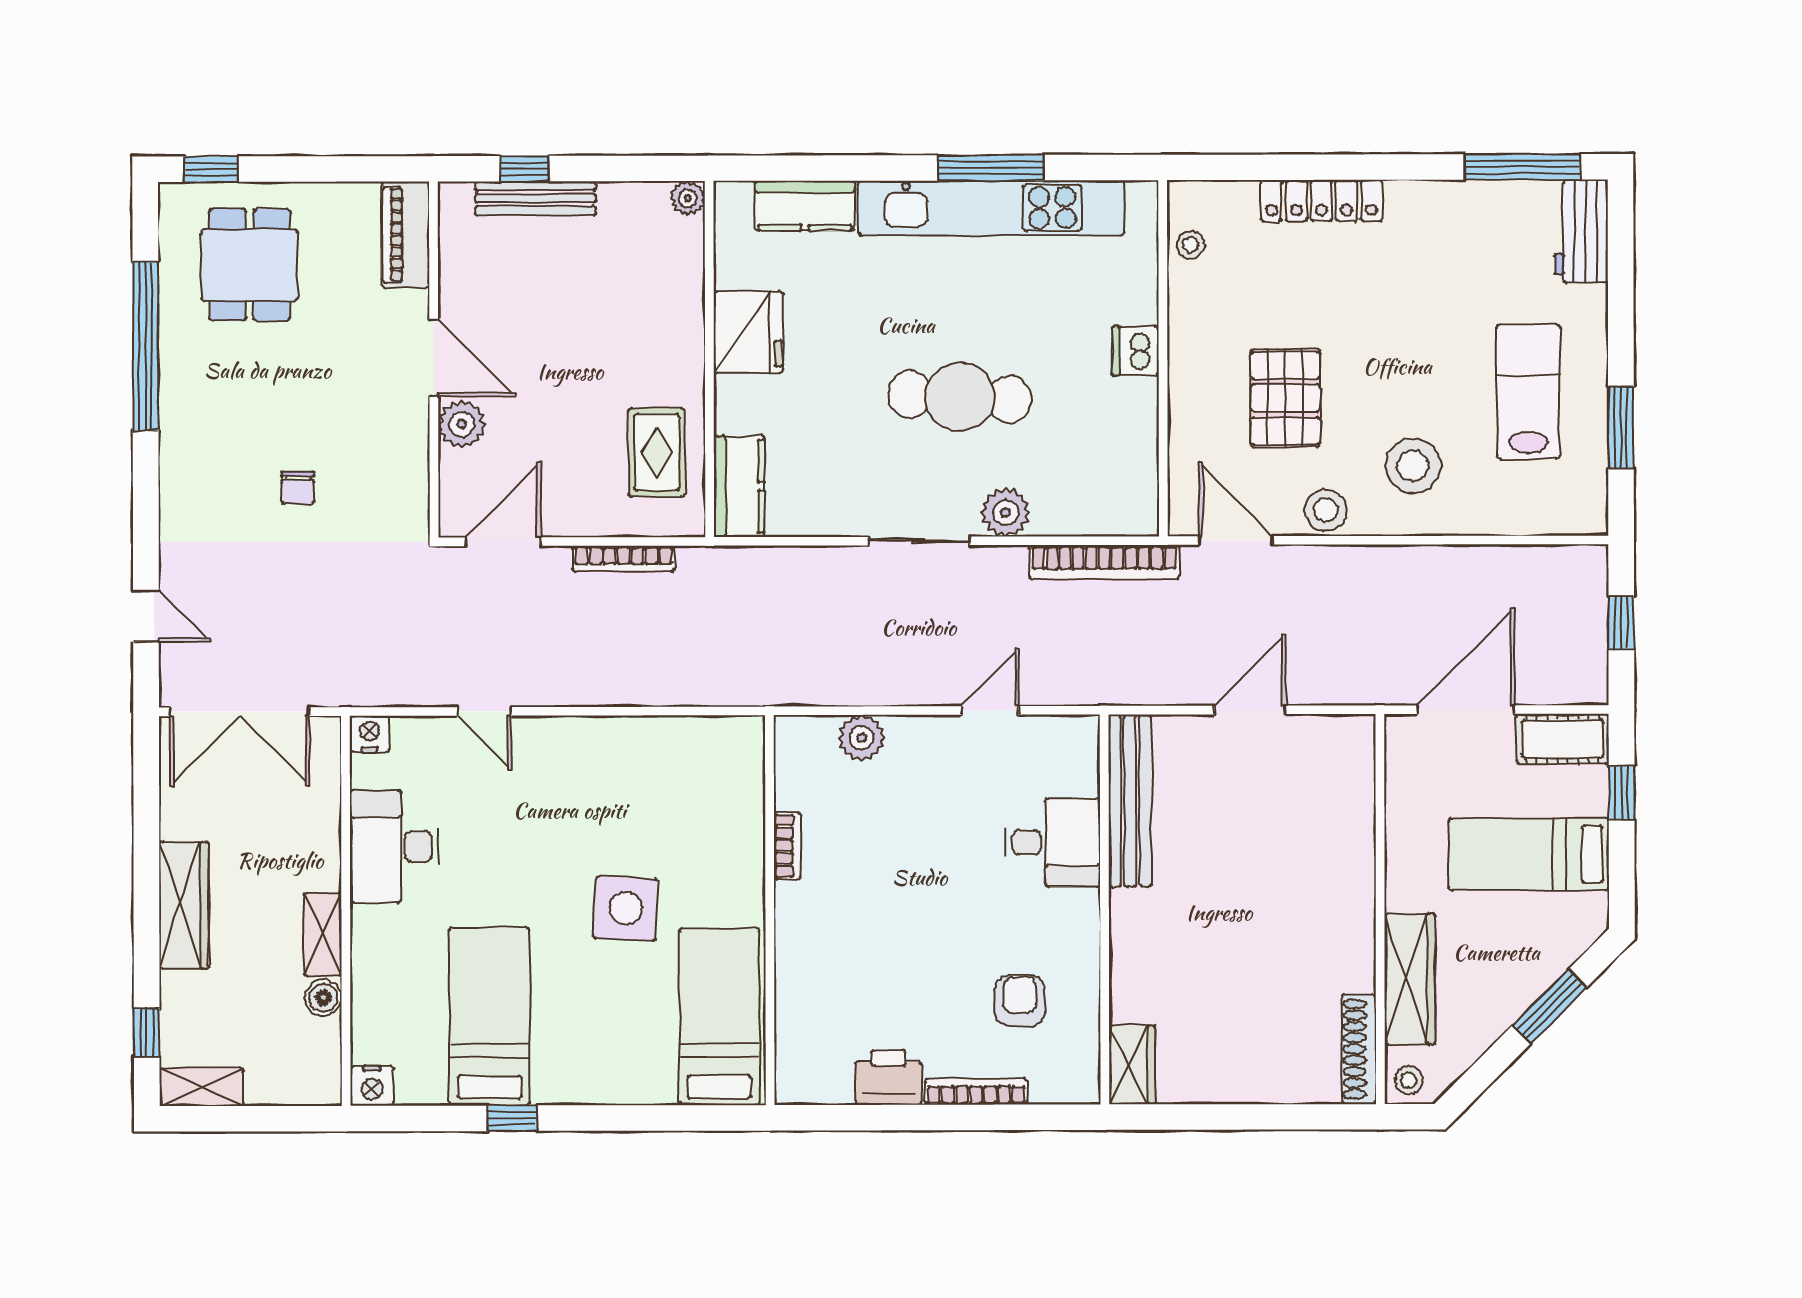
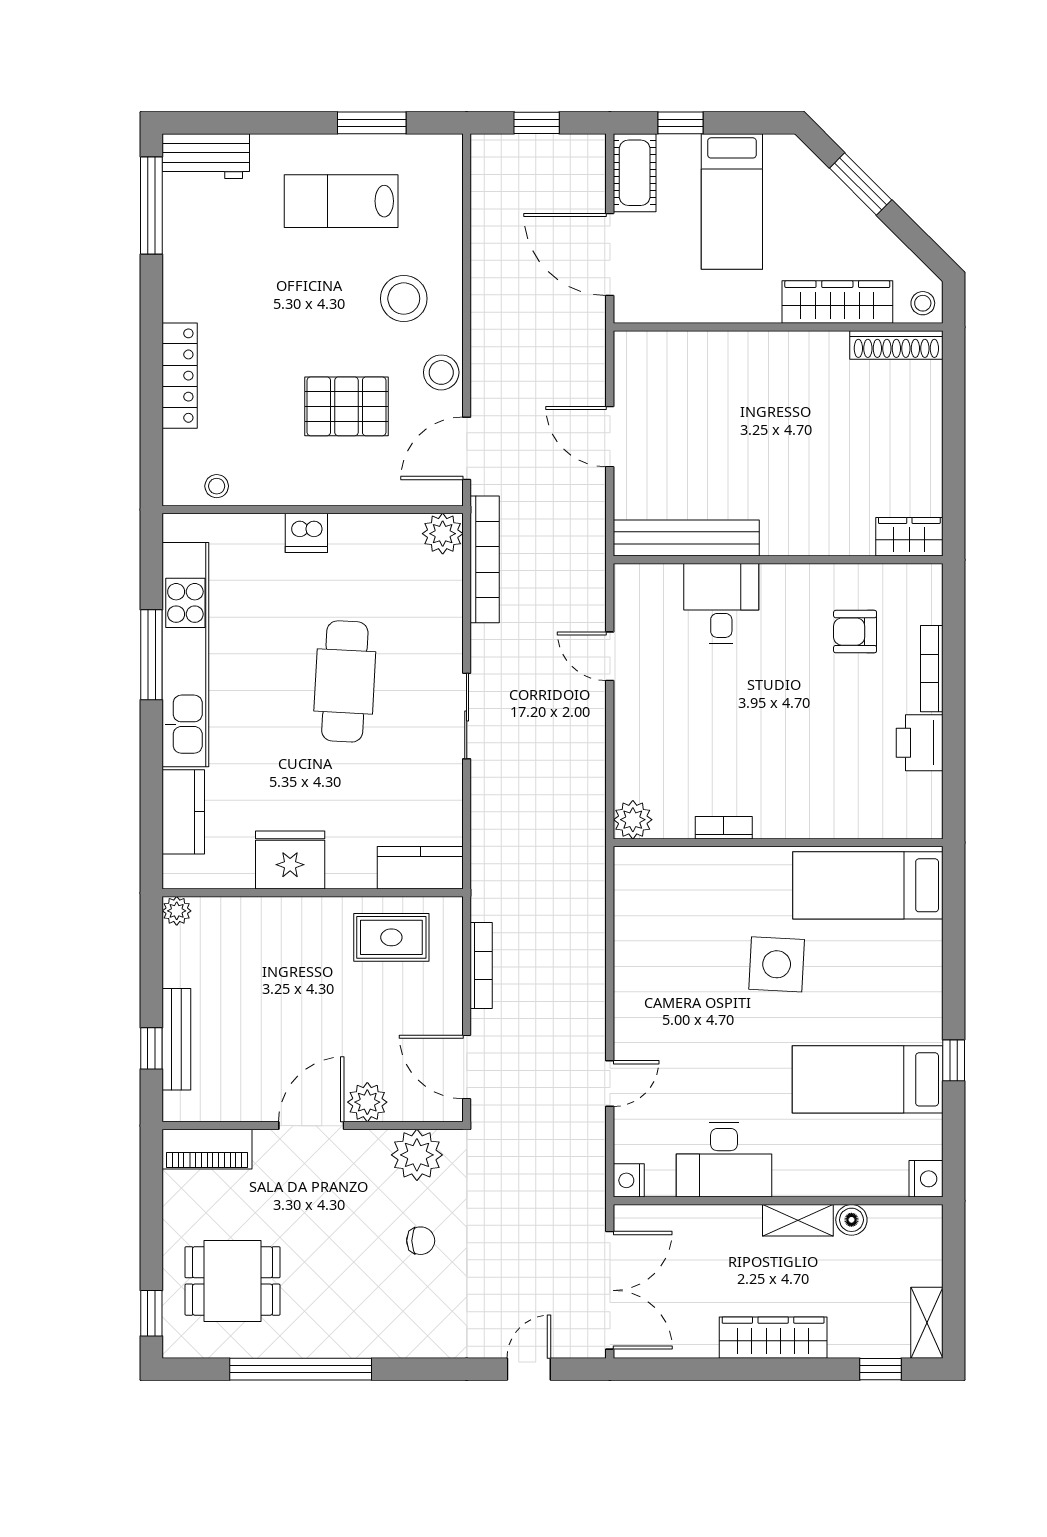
plant: (399, 483) -> (417, 1155), added
plant: (1006, 512) -> (443, 534), moved
plant: (862, 738) -> (633, 820), moved

